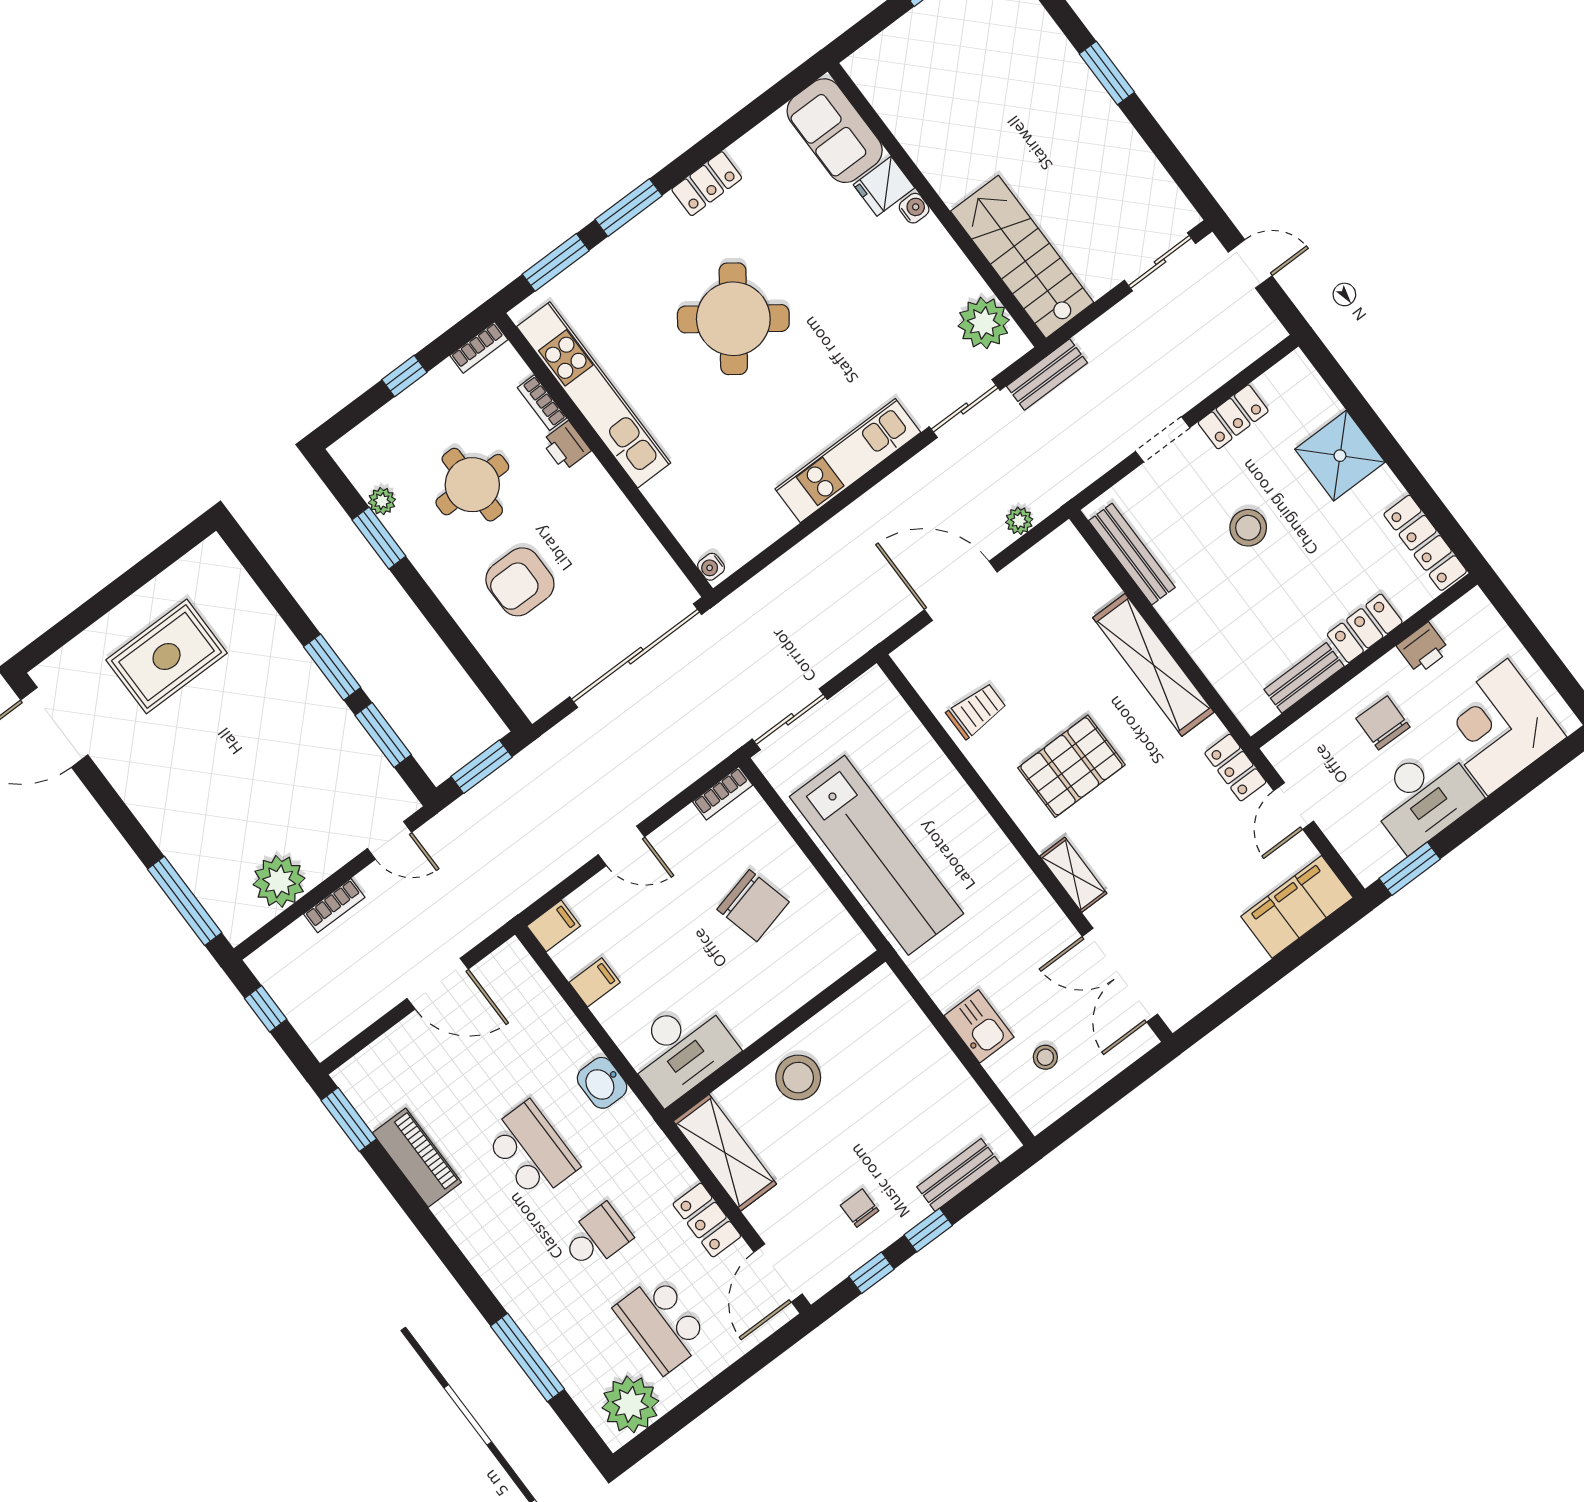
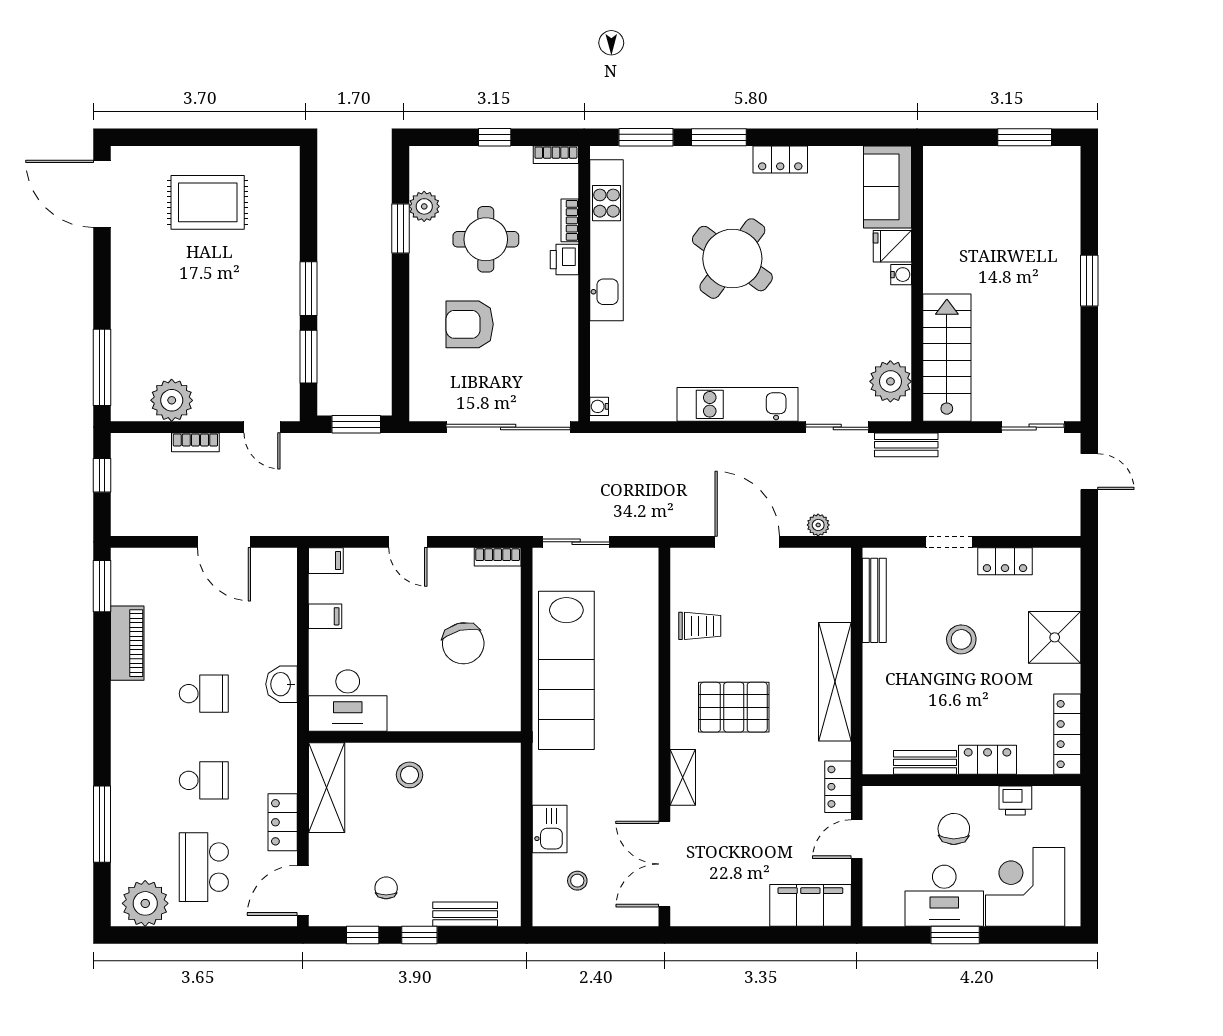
plant: (382, 501) -> (424, 206), width x1.38, depth x1.38
window: (1410, 869) -> (955, 935), moved
stool: (798, 1078) -> (410, 775), width x0.73, depth x0.73
school desk: (531, 1151) -> (204, 694), width x0.54

